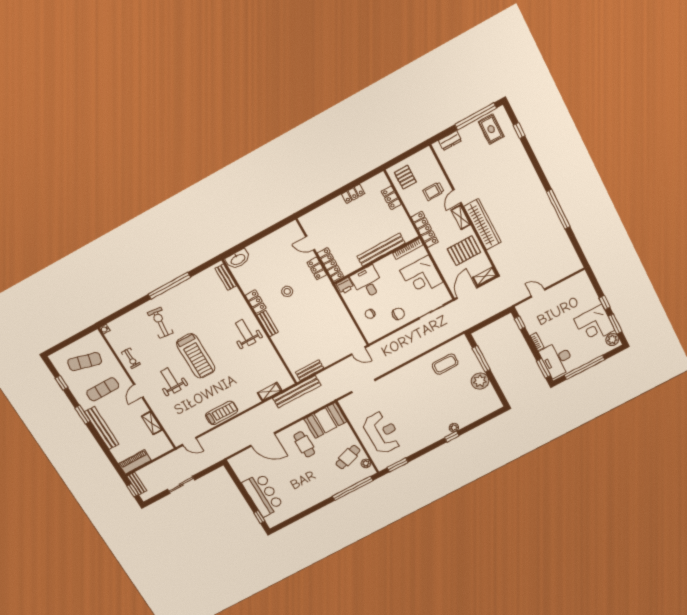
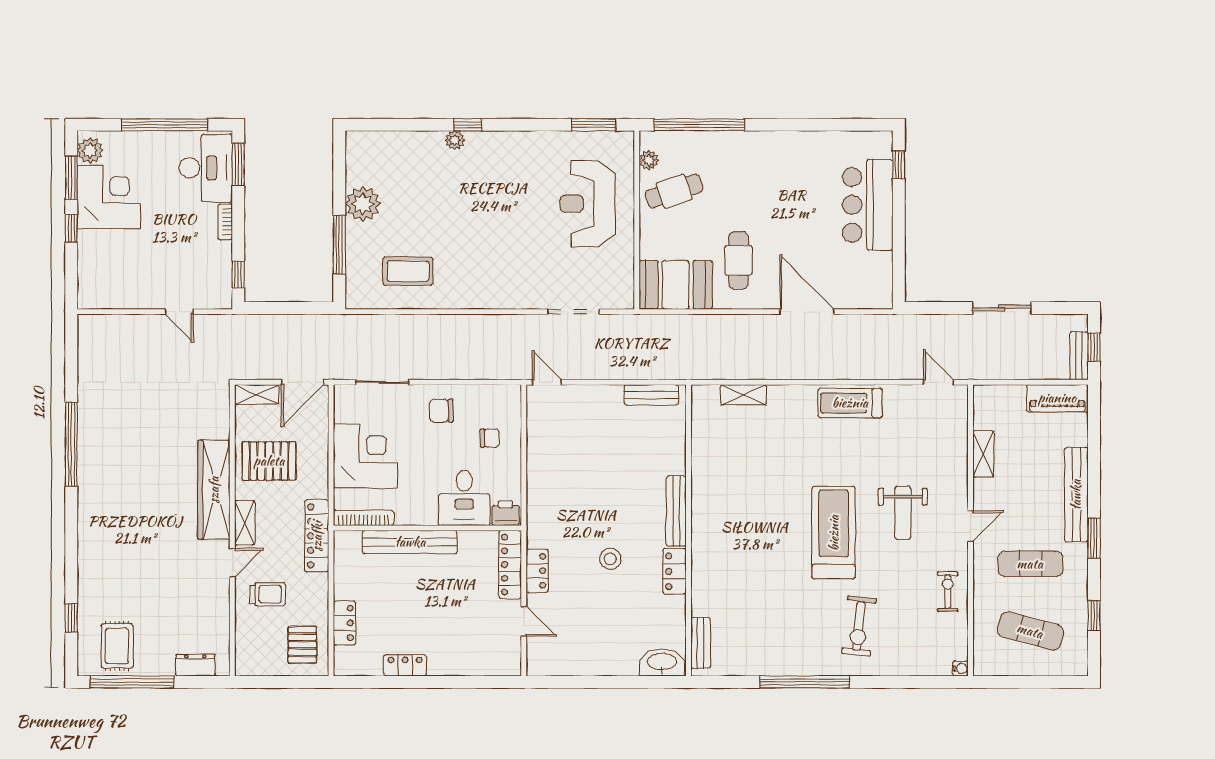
bench: (268, 324) -> (676, 511), width x1.36
weight bench: (246, 333) -> (723, 526), removed
bench: (297, 392) -> (696, 368), removed

